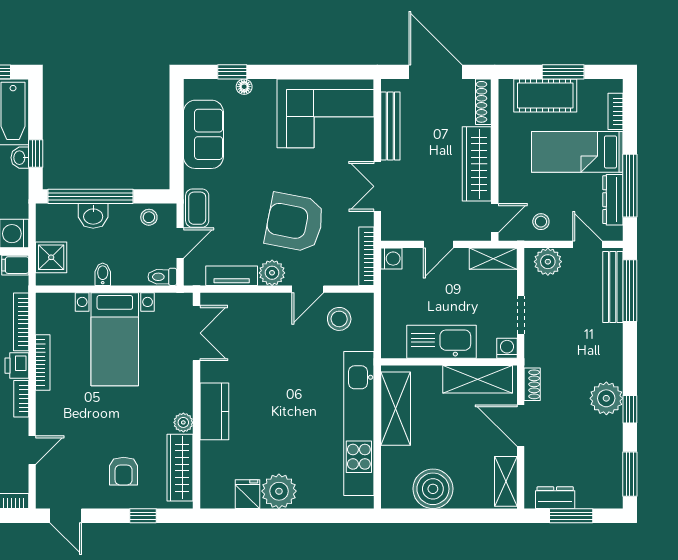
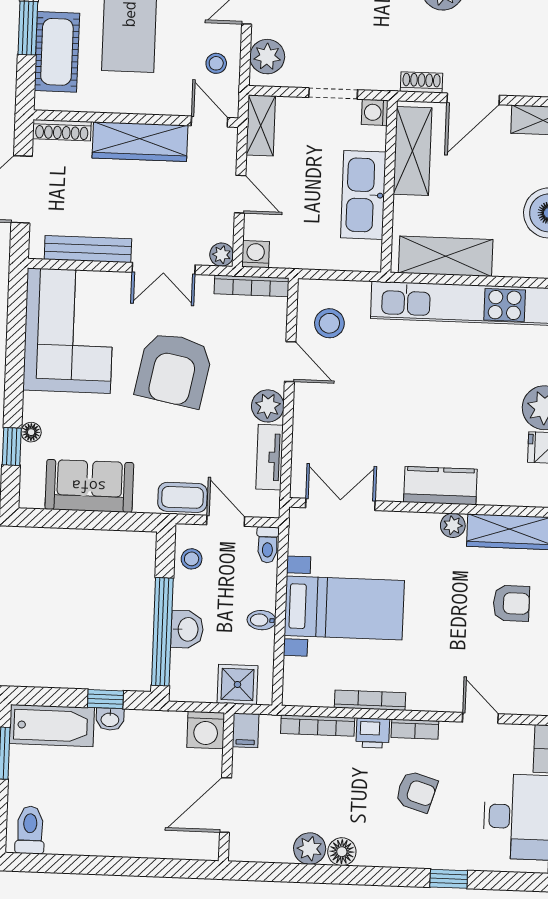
armchair: (295, 222) -> (174, 370), moved
plant: (390, 232) -> (222, 255), added

